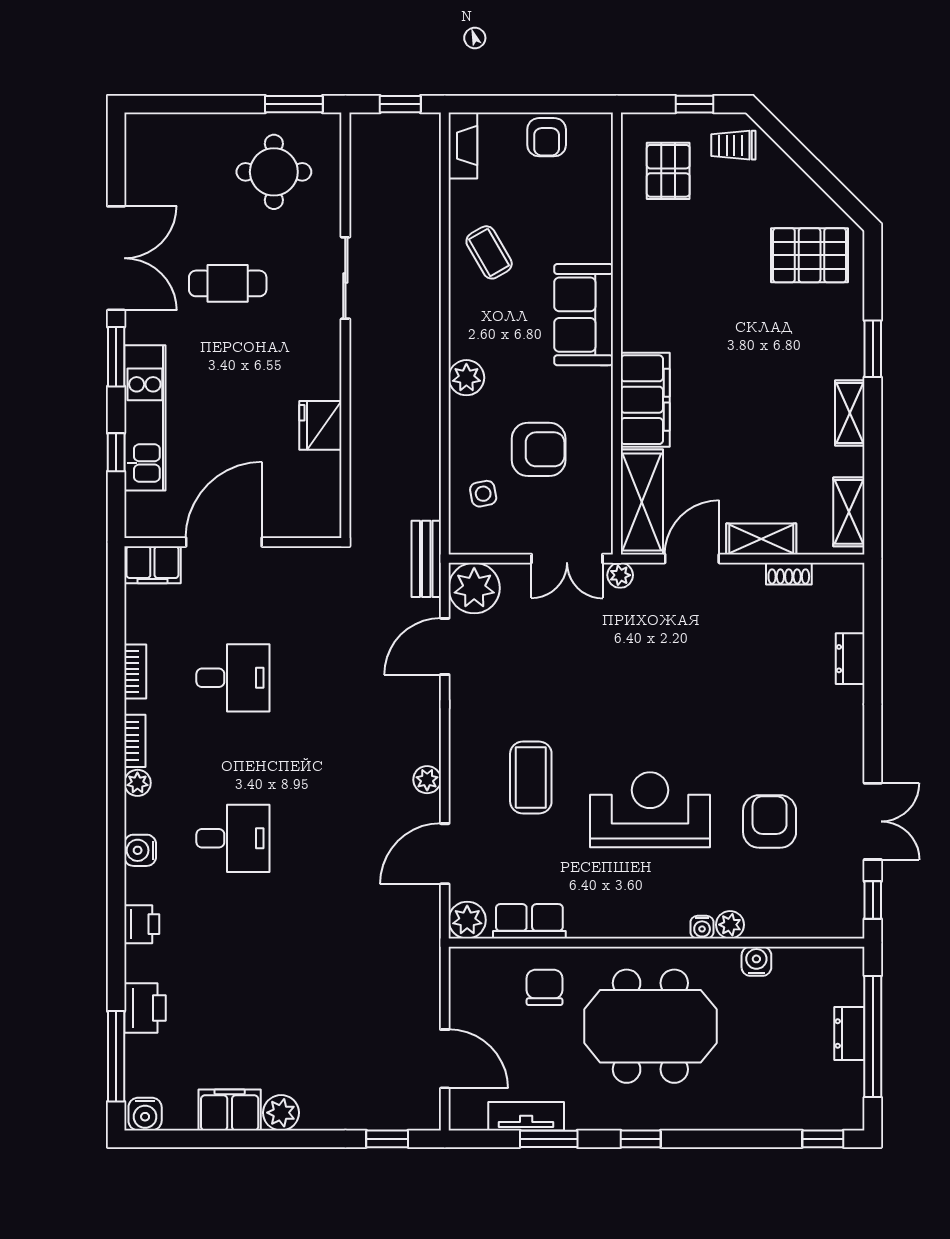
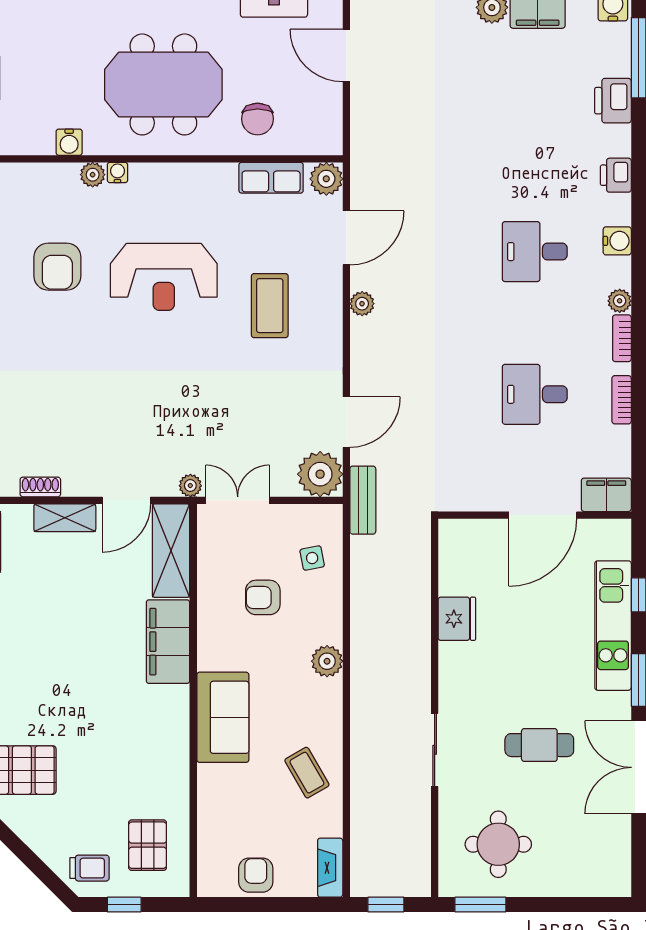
armchair: (539, 449) -> (263, 597), width x0.72, depth x0.72

